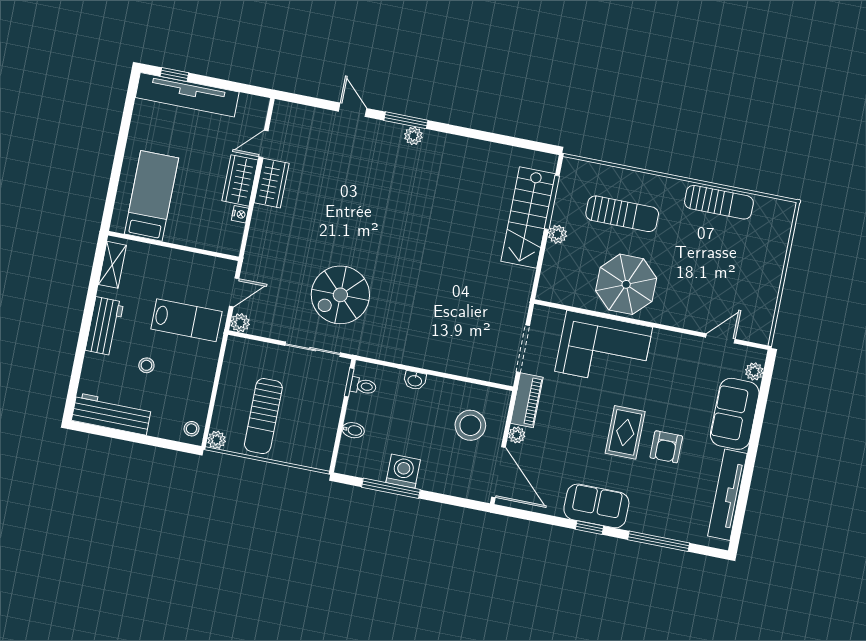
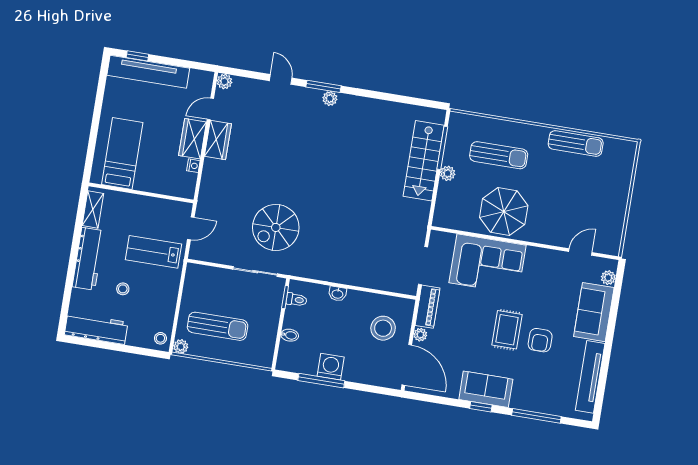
lab bench: (186, 320) -> (154, 252), turned 180
plant: (240, 323) -> (224, 82), moved
workbench: (105, 326) -> (88, 259), width x1.38
sun lounger: (263, 416) -> (218, 326), turned -90

